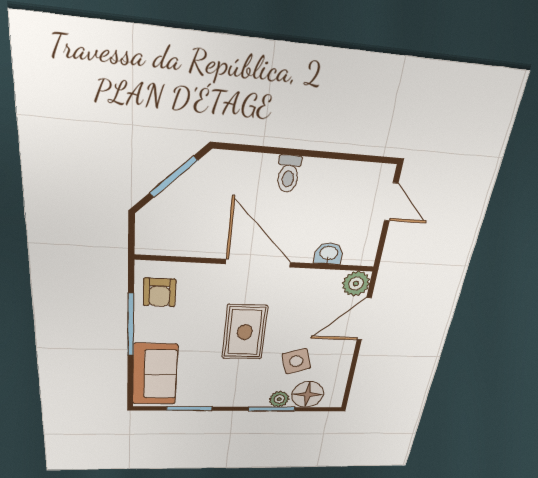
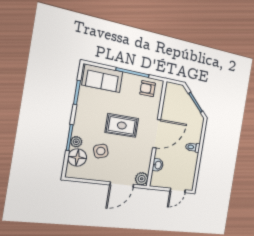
door: (364, 319) -> (122, 185), swing flipped

